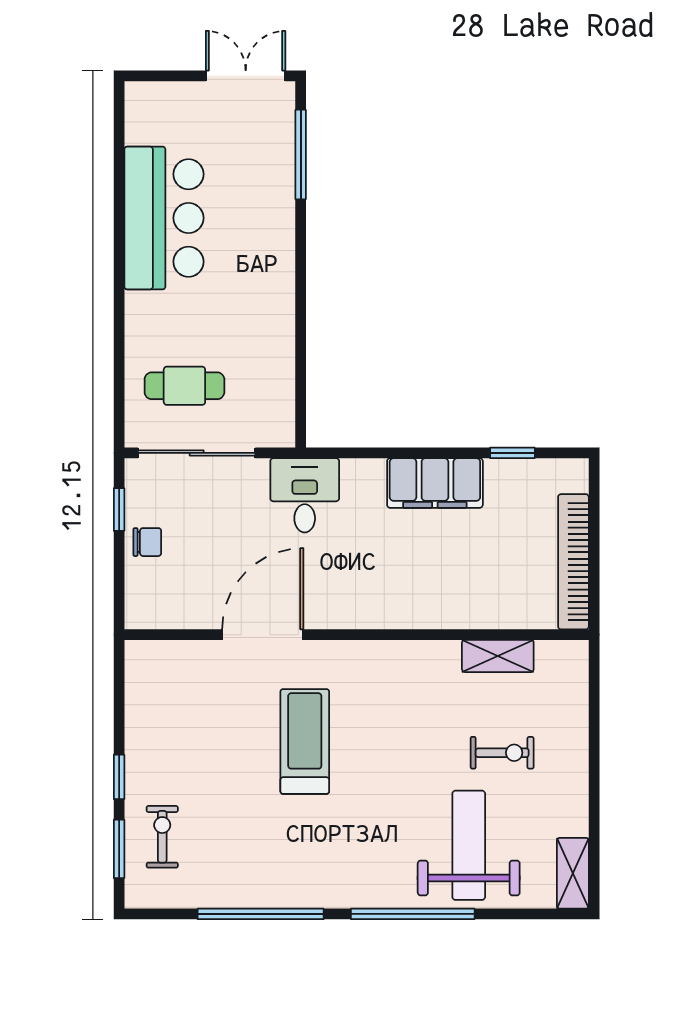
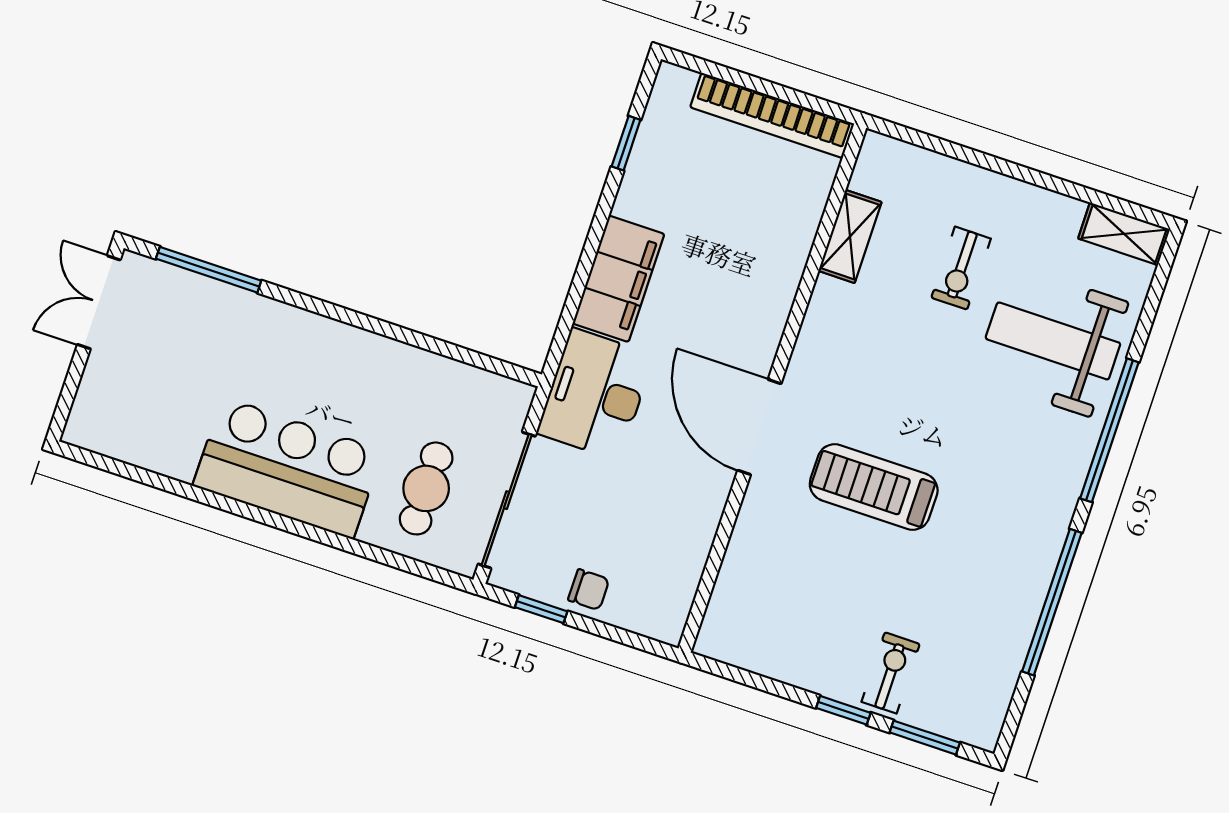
bar counter: (164, 218) -> (288, 468), moved
filing cabinet: (435, 483) -> (618, 279), moved
desk: (305, 495) -> (595, 394), width x1.37
chair: (147, 542) -> (589, 590), turned 90
door: (263, 635) -> (759, 427), moved
exercise bike: (502, 753) -> (961, 268), turned 180
exercise bike: (162, 837) -> (891, 673), moved, turned 90

